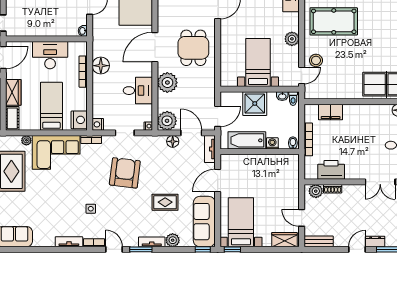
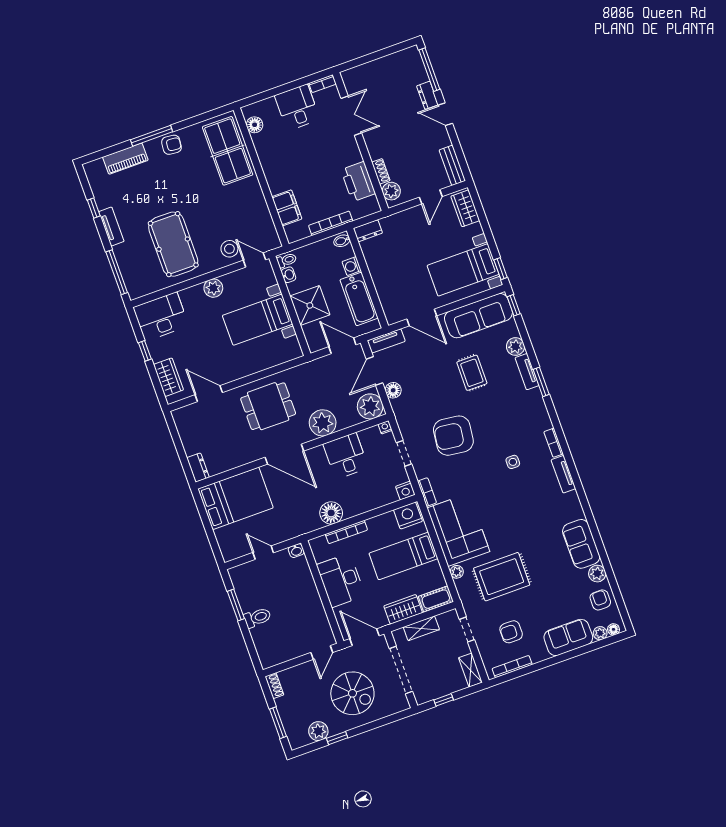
dresser: (293, 164) -> (368, 231), added
door: (114, 249) -> (553, 415), removed

